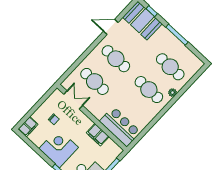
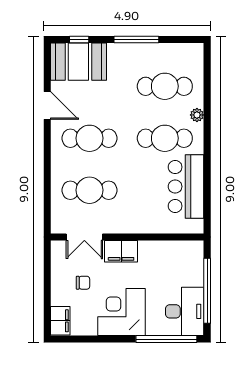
door: (111, 27) -> (47, 105), swing flipped
double door: (73, 100) -> (84, 237), swing flipped
bar counter: (120, 127) -> (186, 187), moved, turned -90
filing cabinet: (98, 135) -> (121, 251), moved

